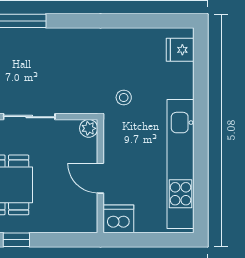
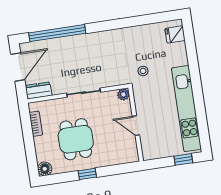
dishwasher: (119, 219) -> (152, 150), removed
window: (164, 240) -> (183, 159), added

